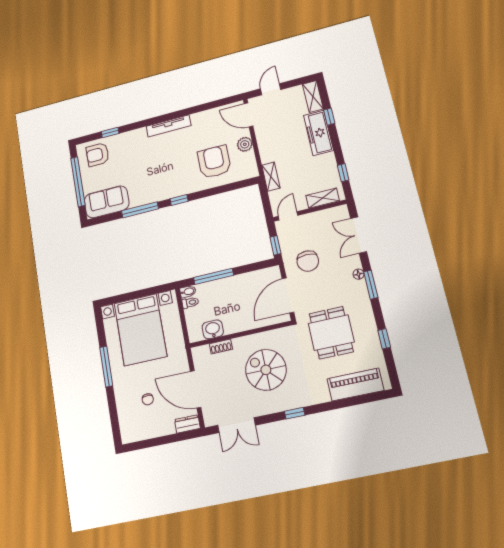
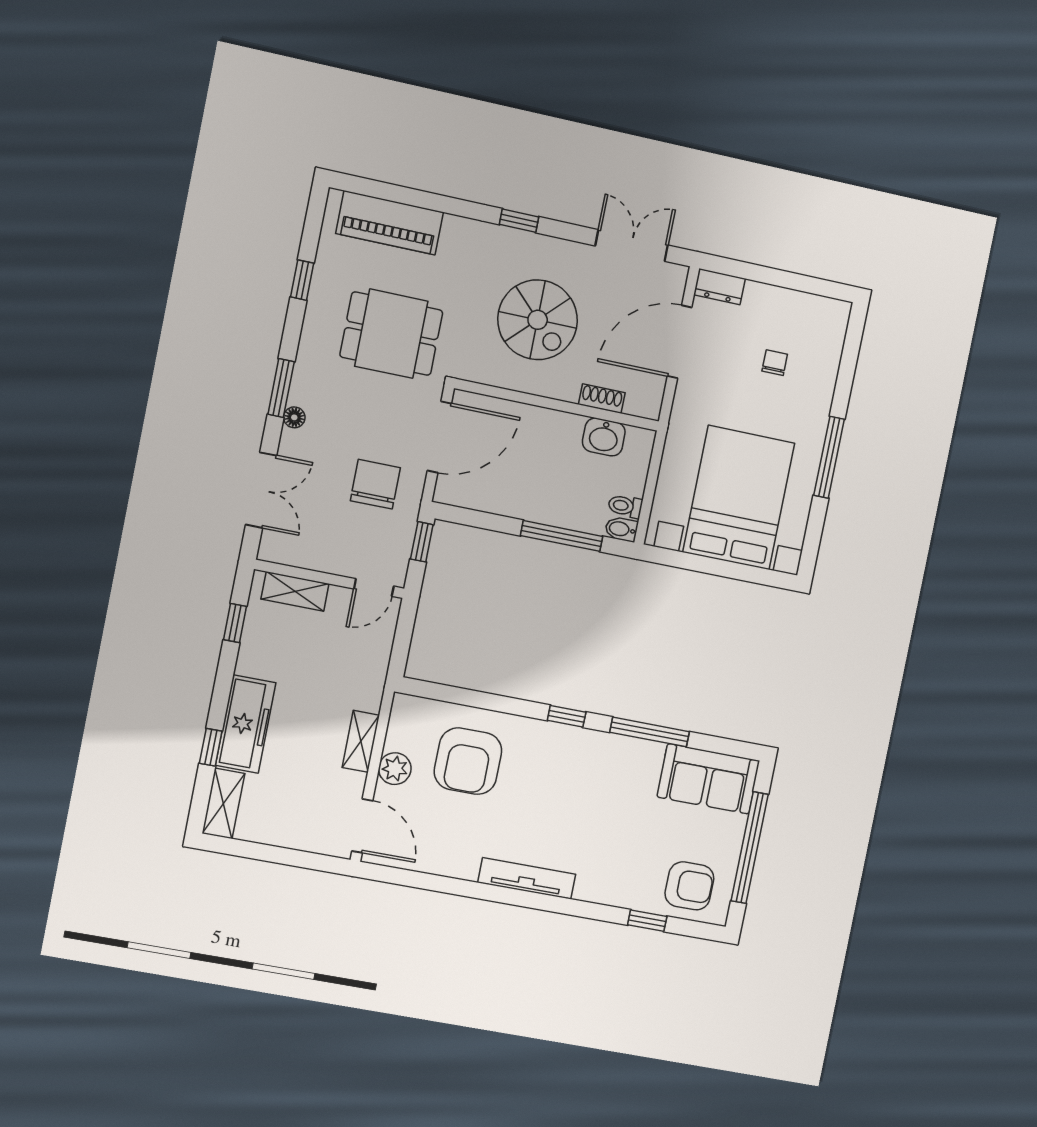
door: (271, 89) -> (297, 858), removed
shelving: (271, 177) -> (361, 741), moved
dining table: (331, 333) -> (391, 334), turned 90
door: (196, 389) -> (680, 342), swing flipped

